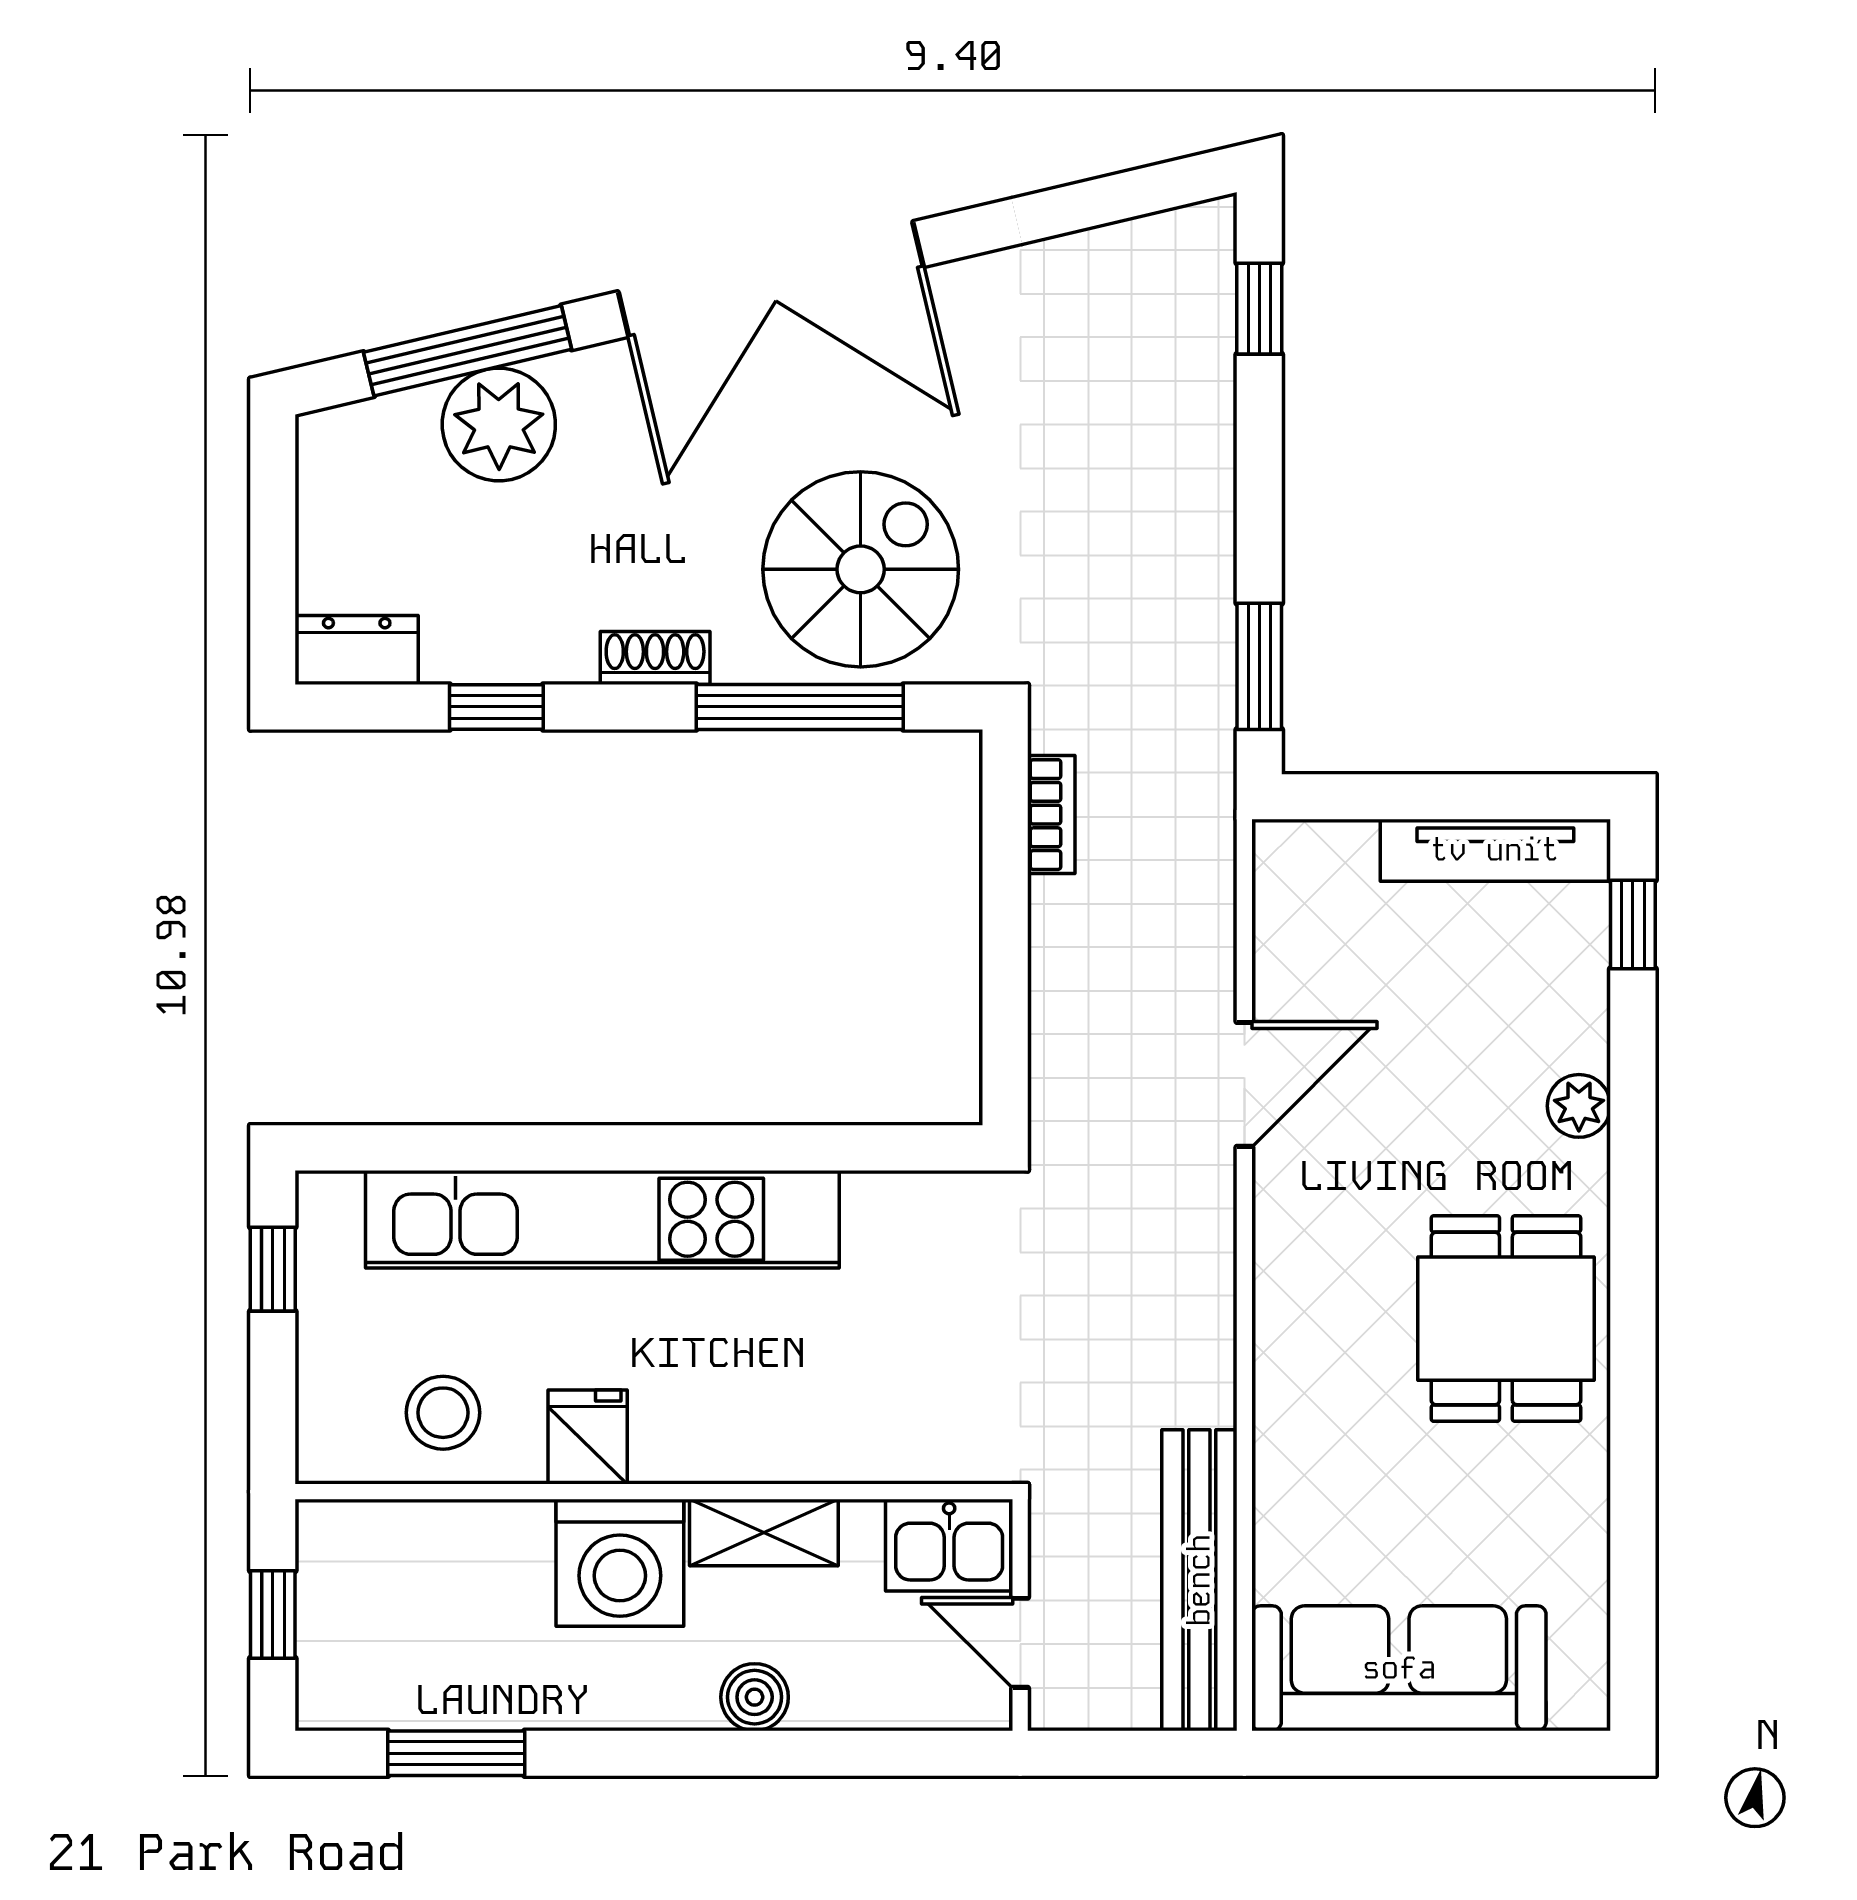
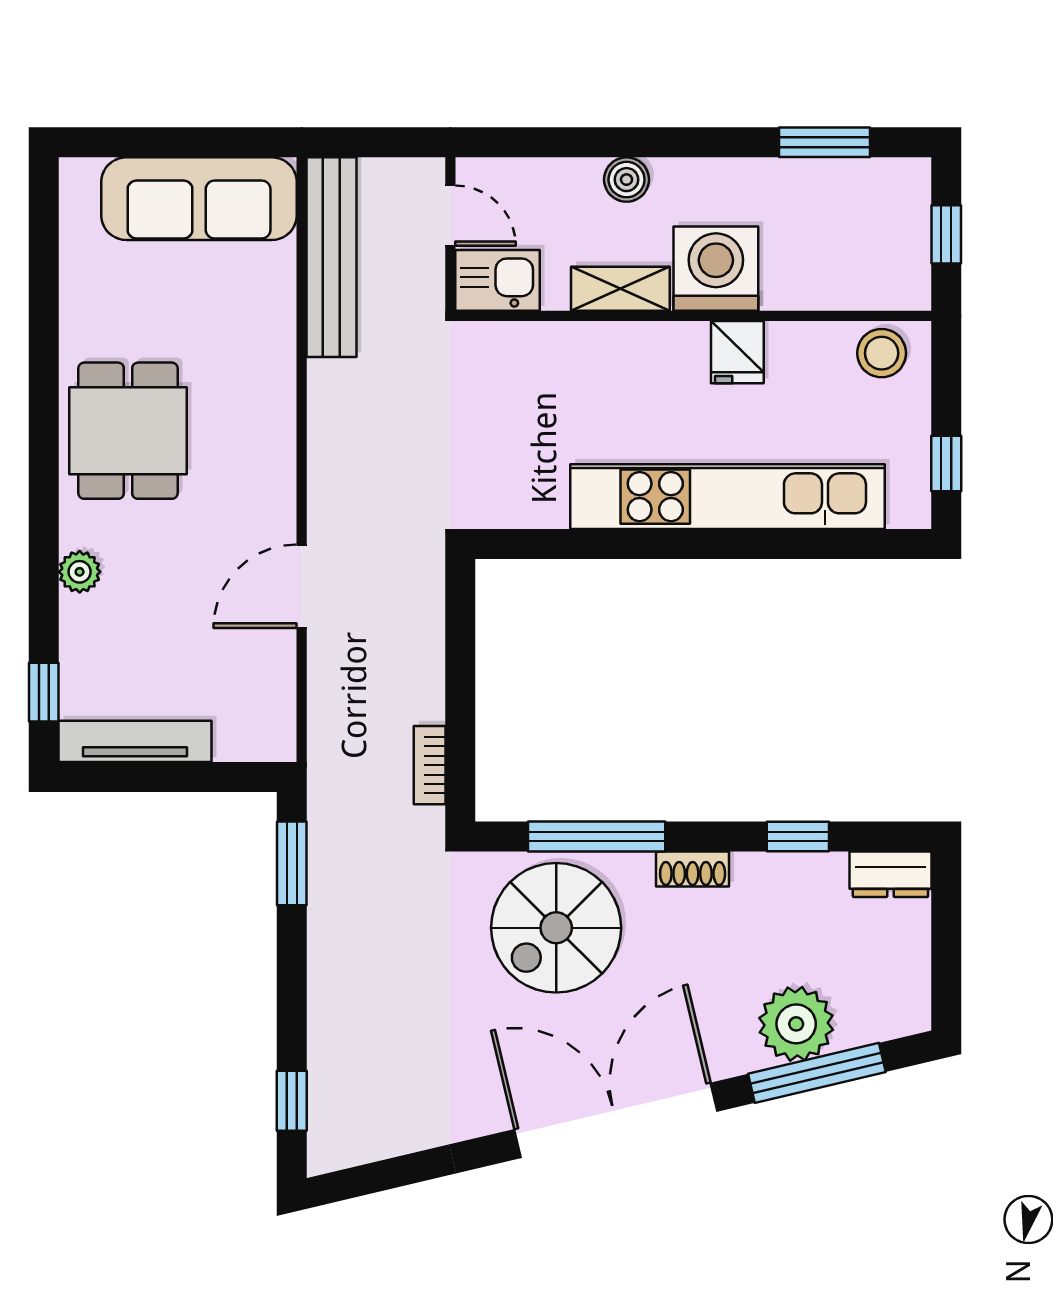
stool: (443, 1413) -> (882, 353), moved

